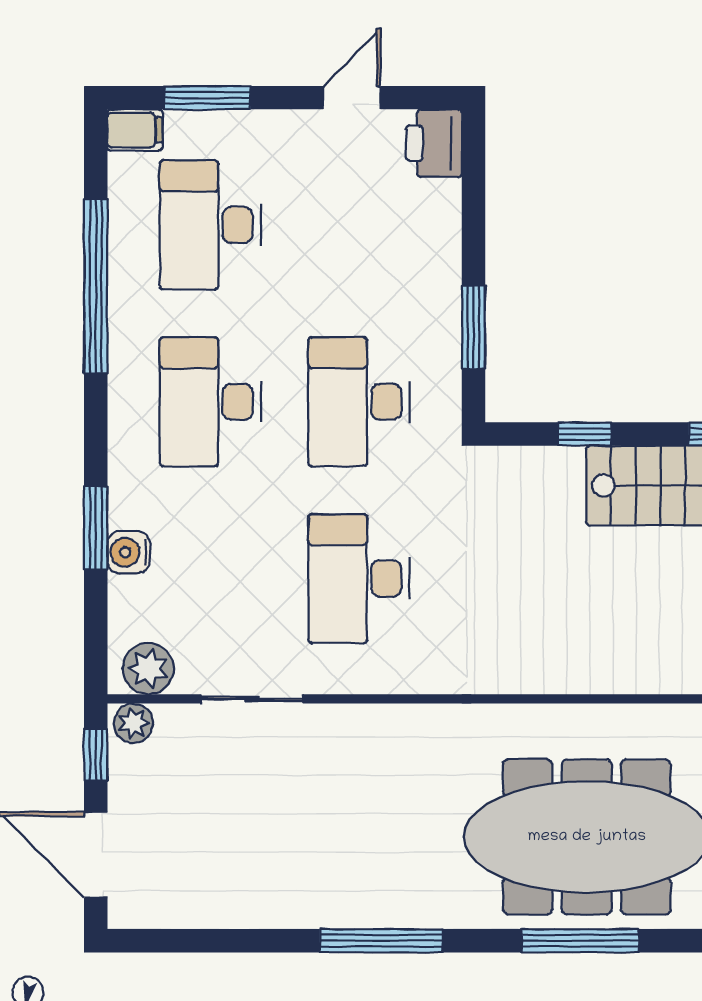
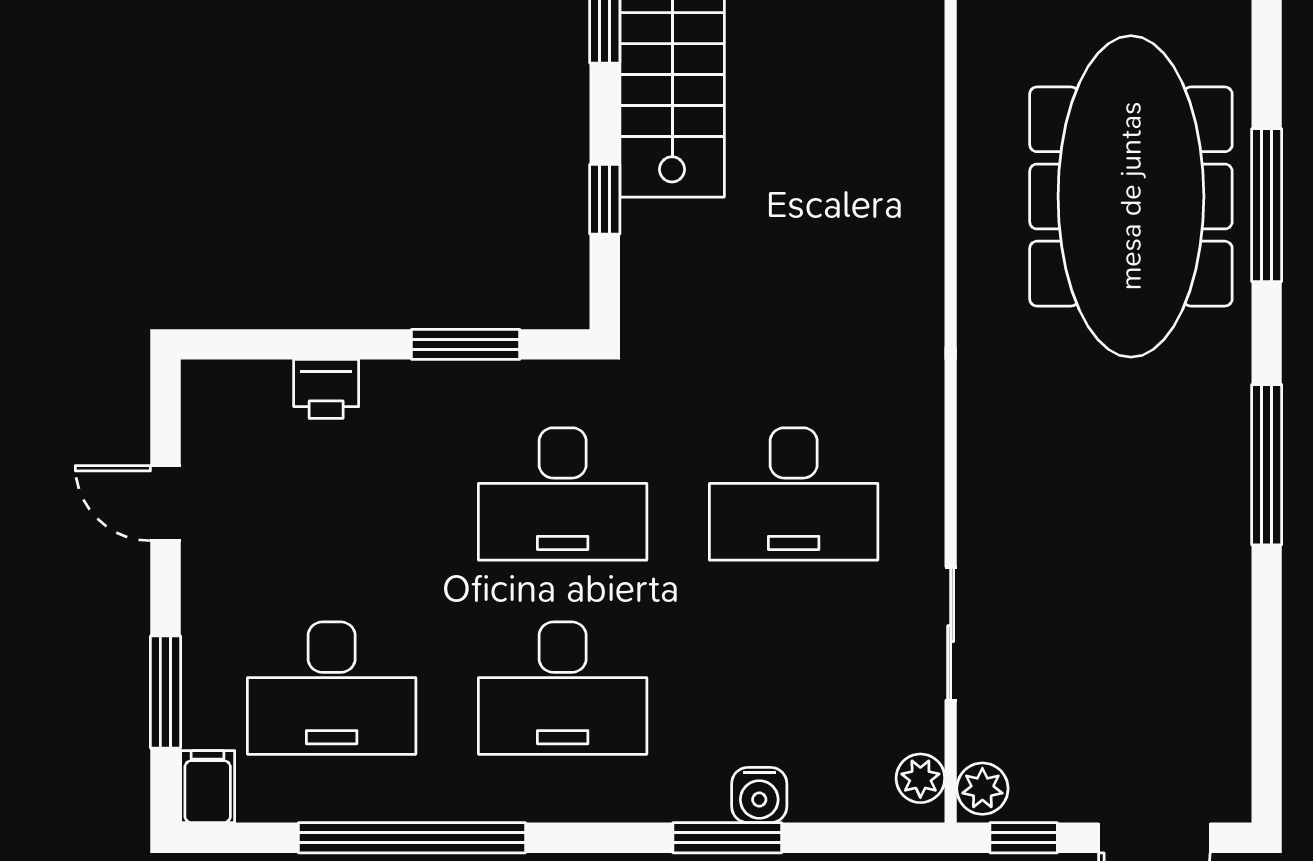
printer: (434, 143) -> (326, 389), moved, width x0.73, depth x0.81
plant: (148, 669) -> (920, 778), width x0.73, depth x0.73

